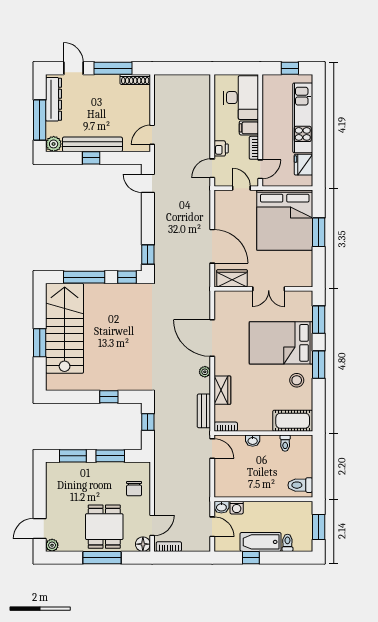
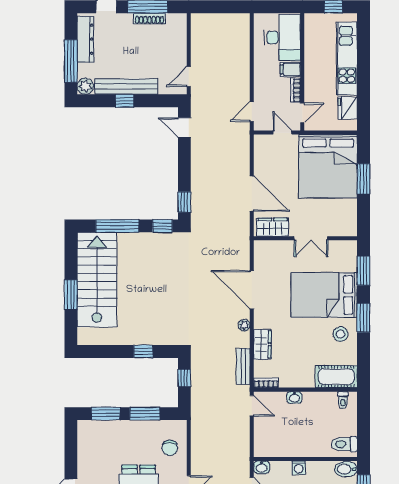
shoe rack: (135, 79) -> (149, 18), moved
printer: (221, 148) -> (261, 91), removed
toilet: (285, 443) -> (343, 400), moved
washing machine: (237, 508) -> (299, 468), moved
bidet: (302, 509) -> (346, 469), added

